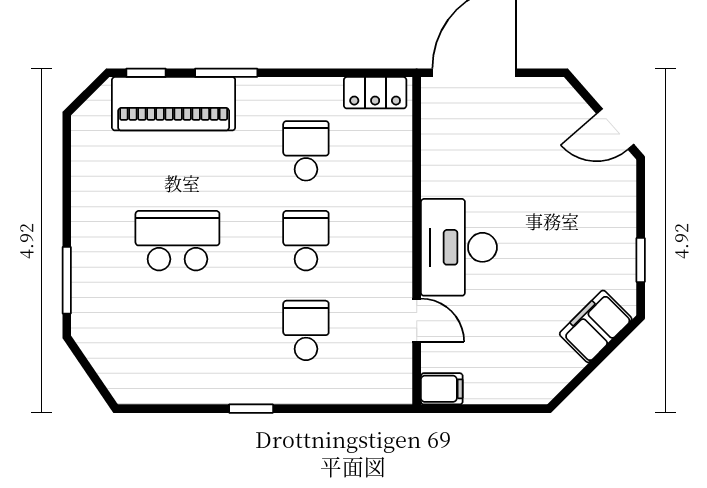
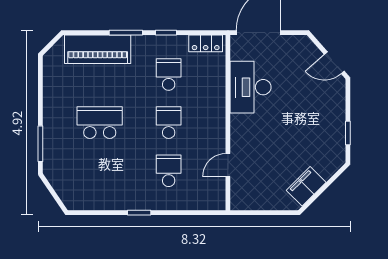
window: (146, 73) -> (166, 33), moved
desk: (459, 247) -> (251, 87), moved
door: (417, 320) -> (228, 165), swing flipped
filing cabinet: (596, 326) -> (306, 186), moved
filing cabinet: (442, 389) -> (241, 202), removed

